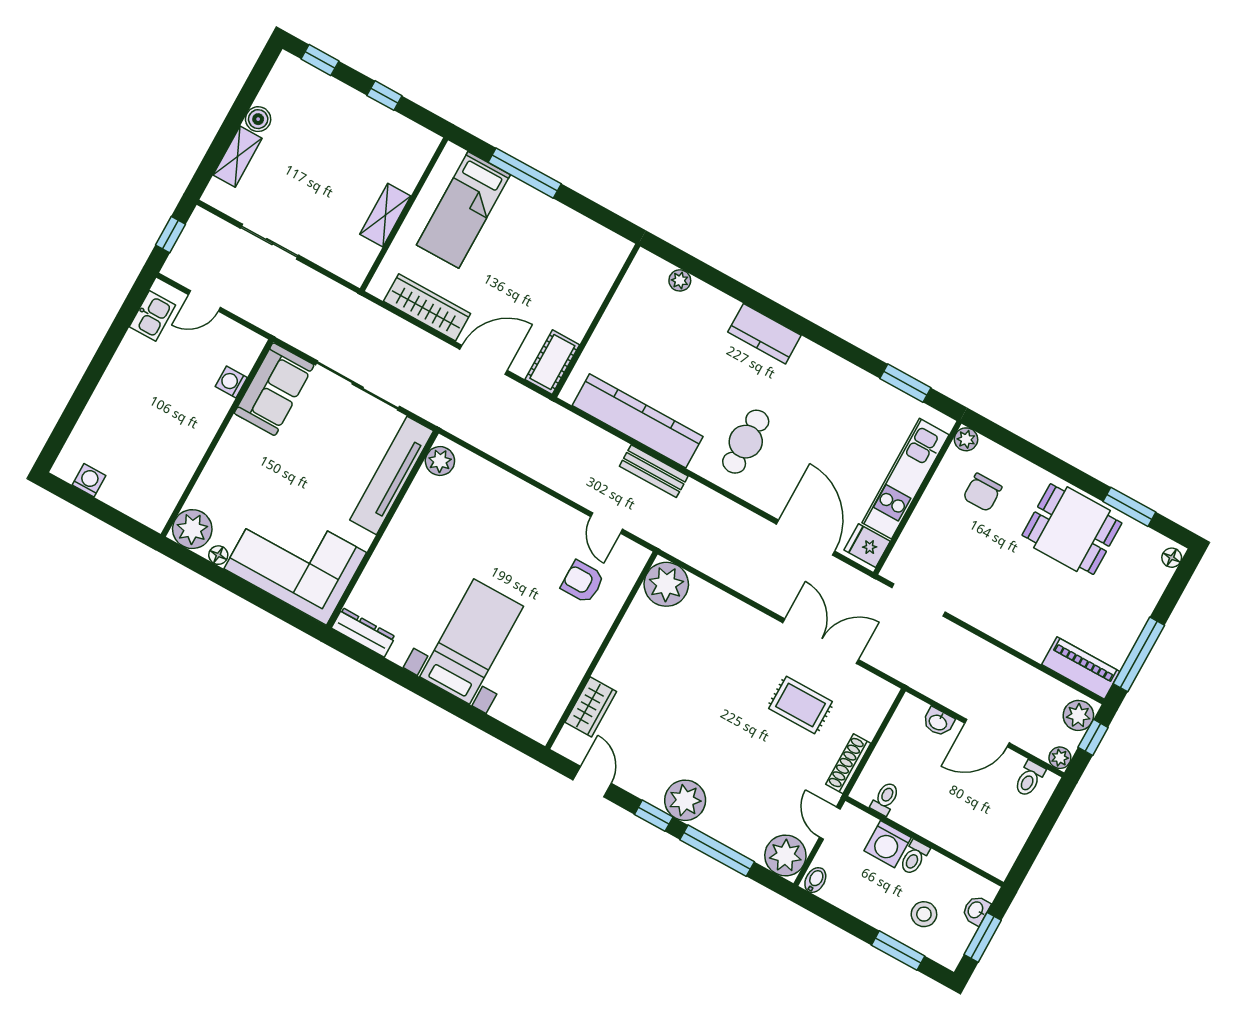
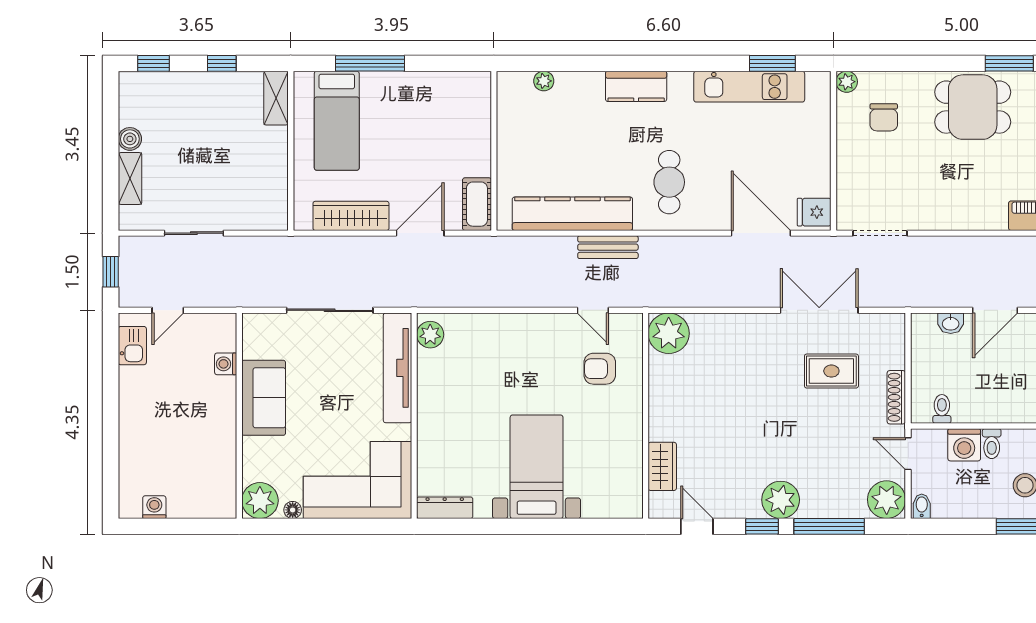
shelving: (385, 215) -> (276, 98), moved
sofa: (274, 389) -> (264, 398), moved
kitchen unit: (905, 479) -> (749, 87), moved, turned -90

